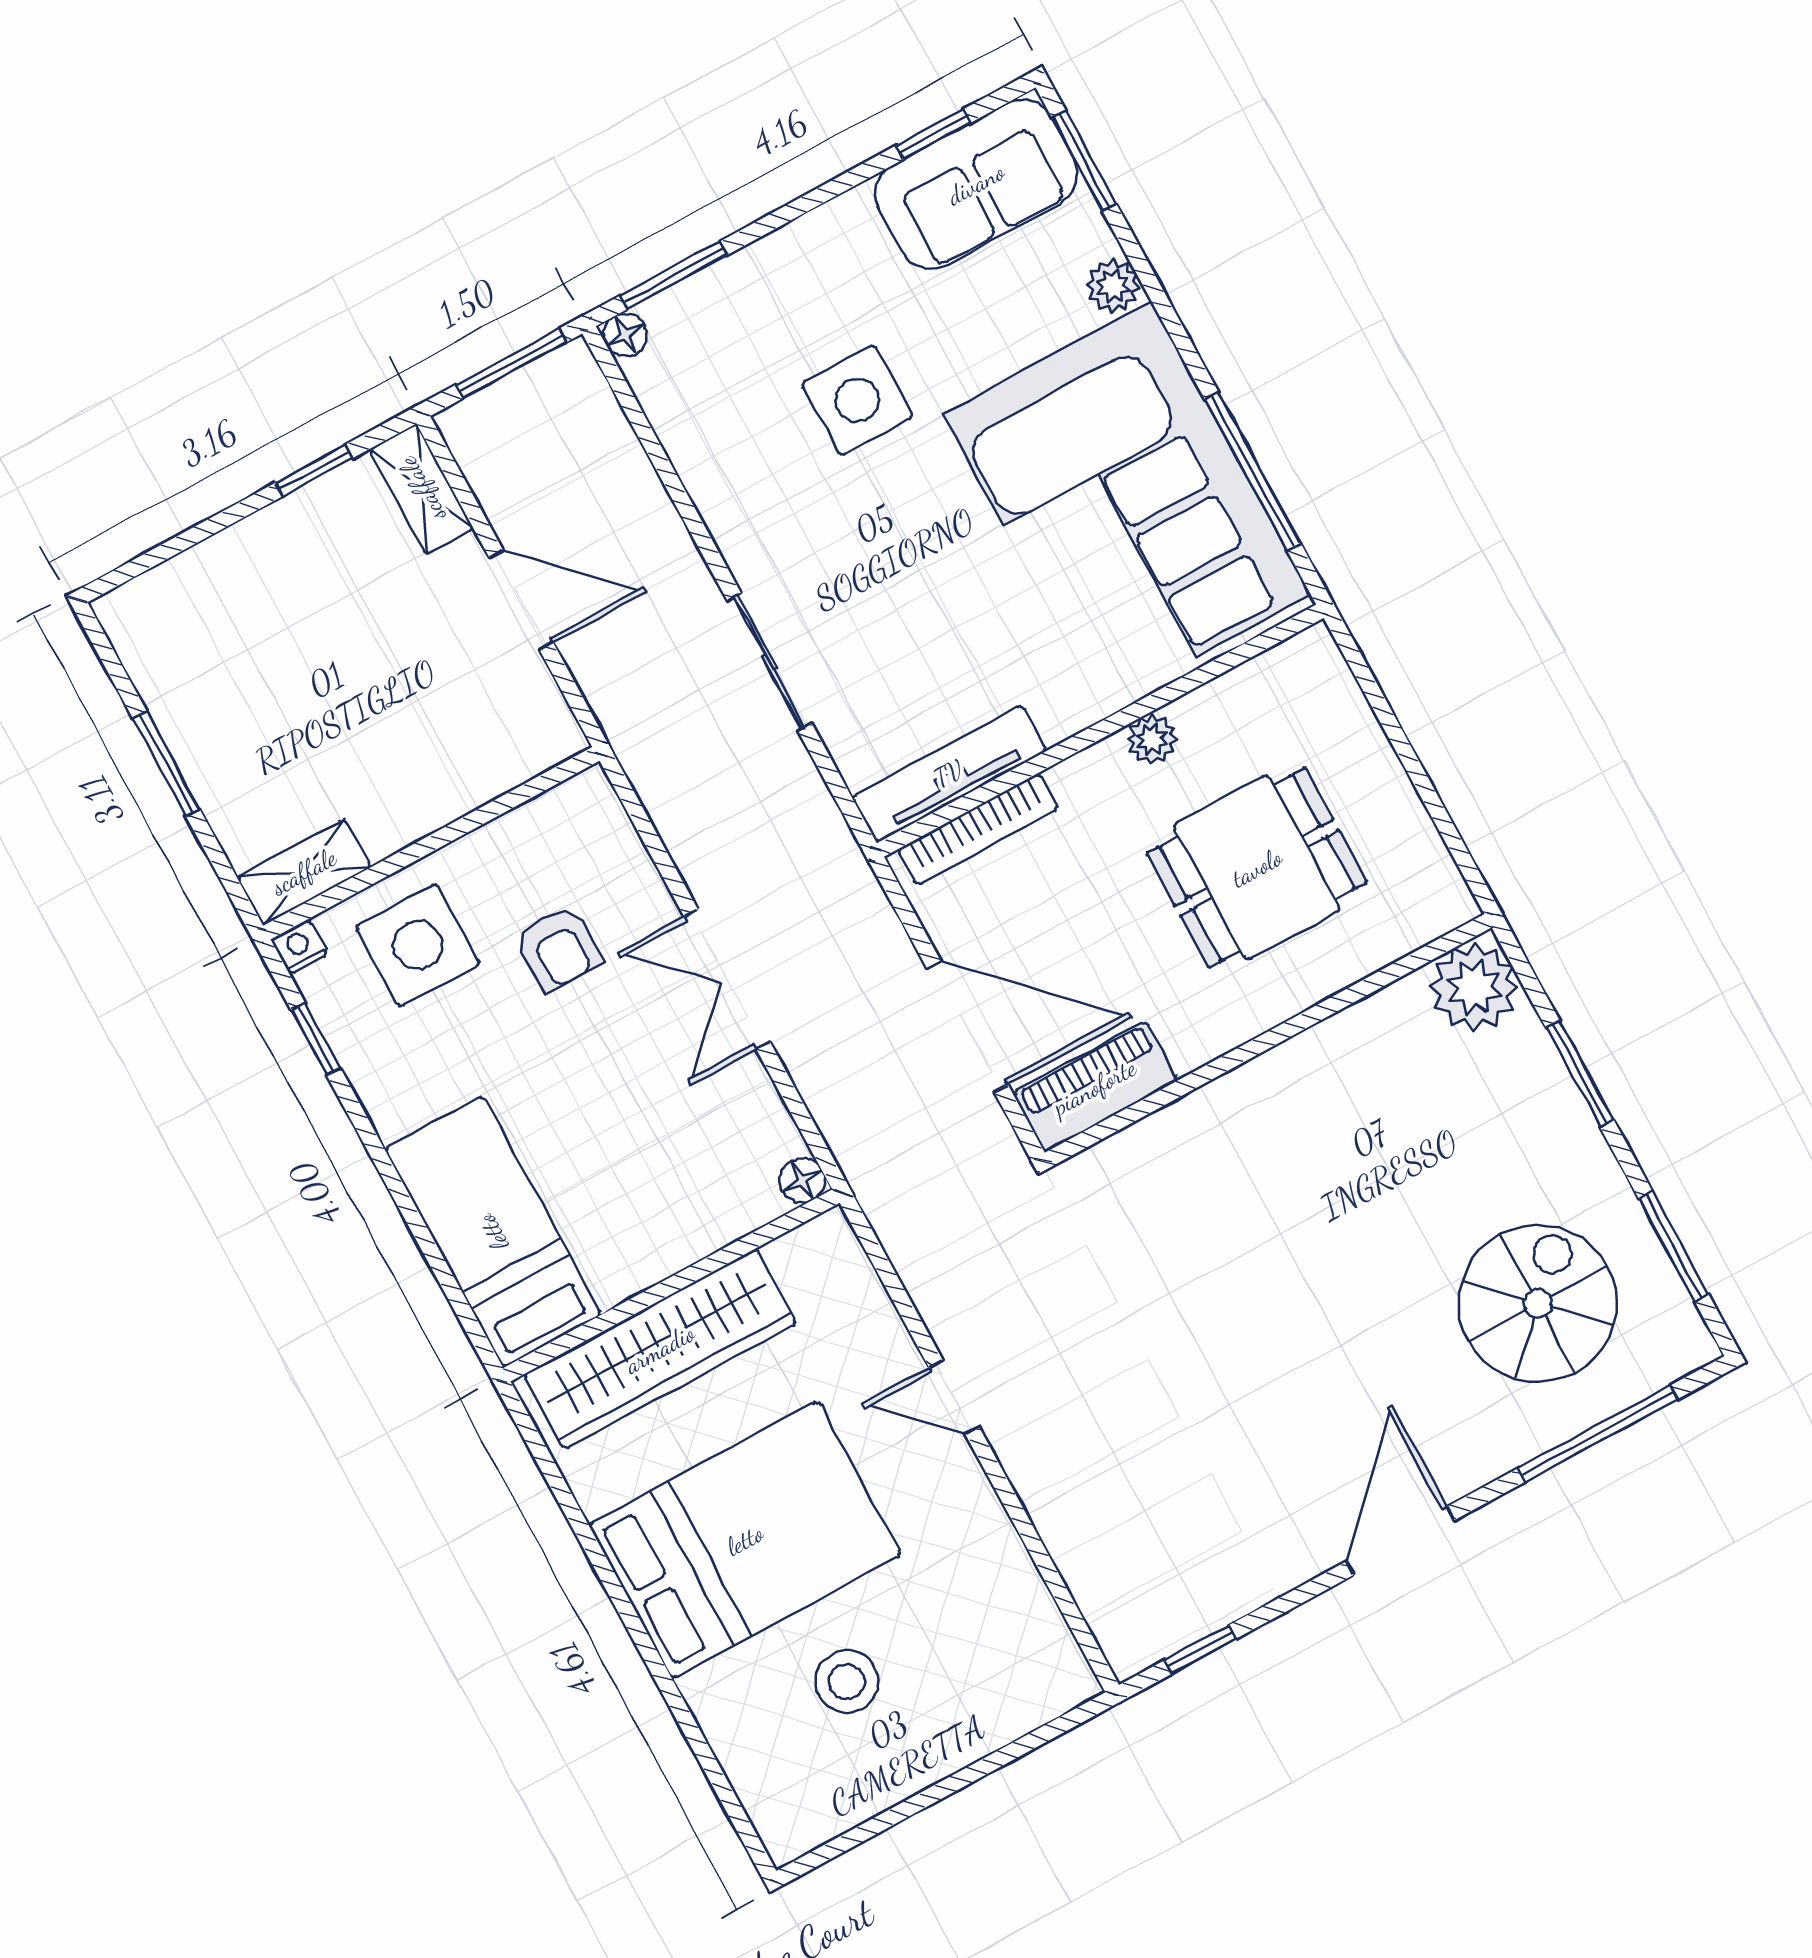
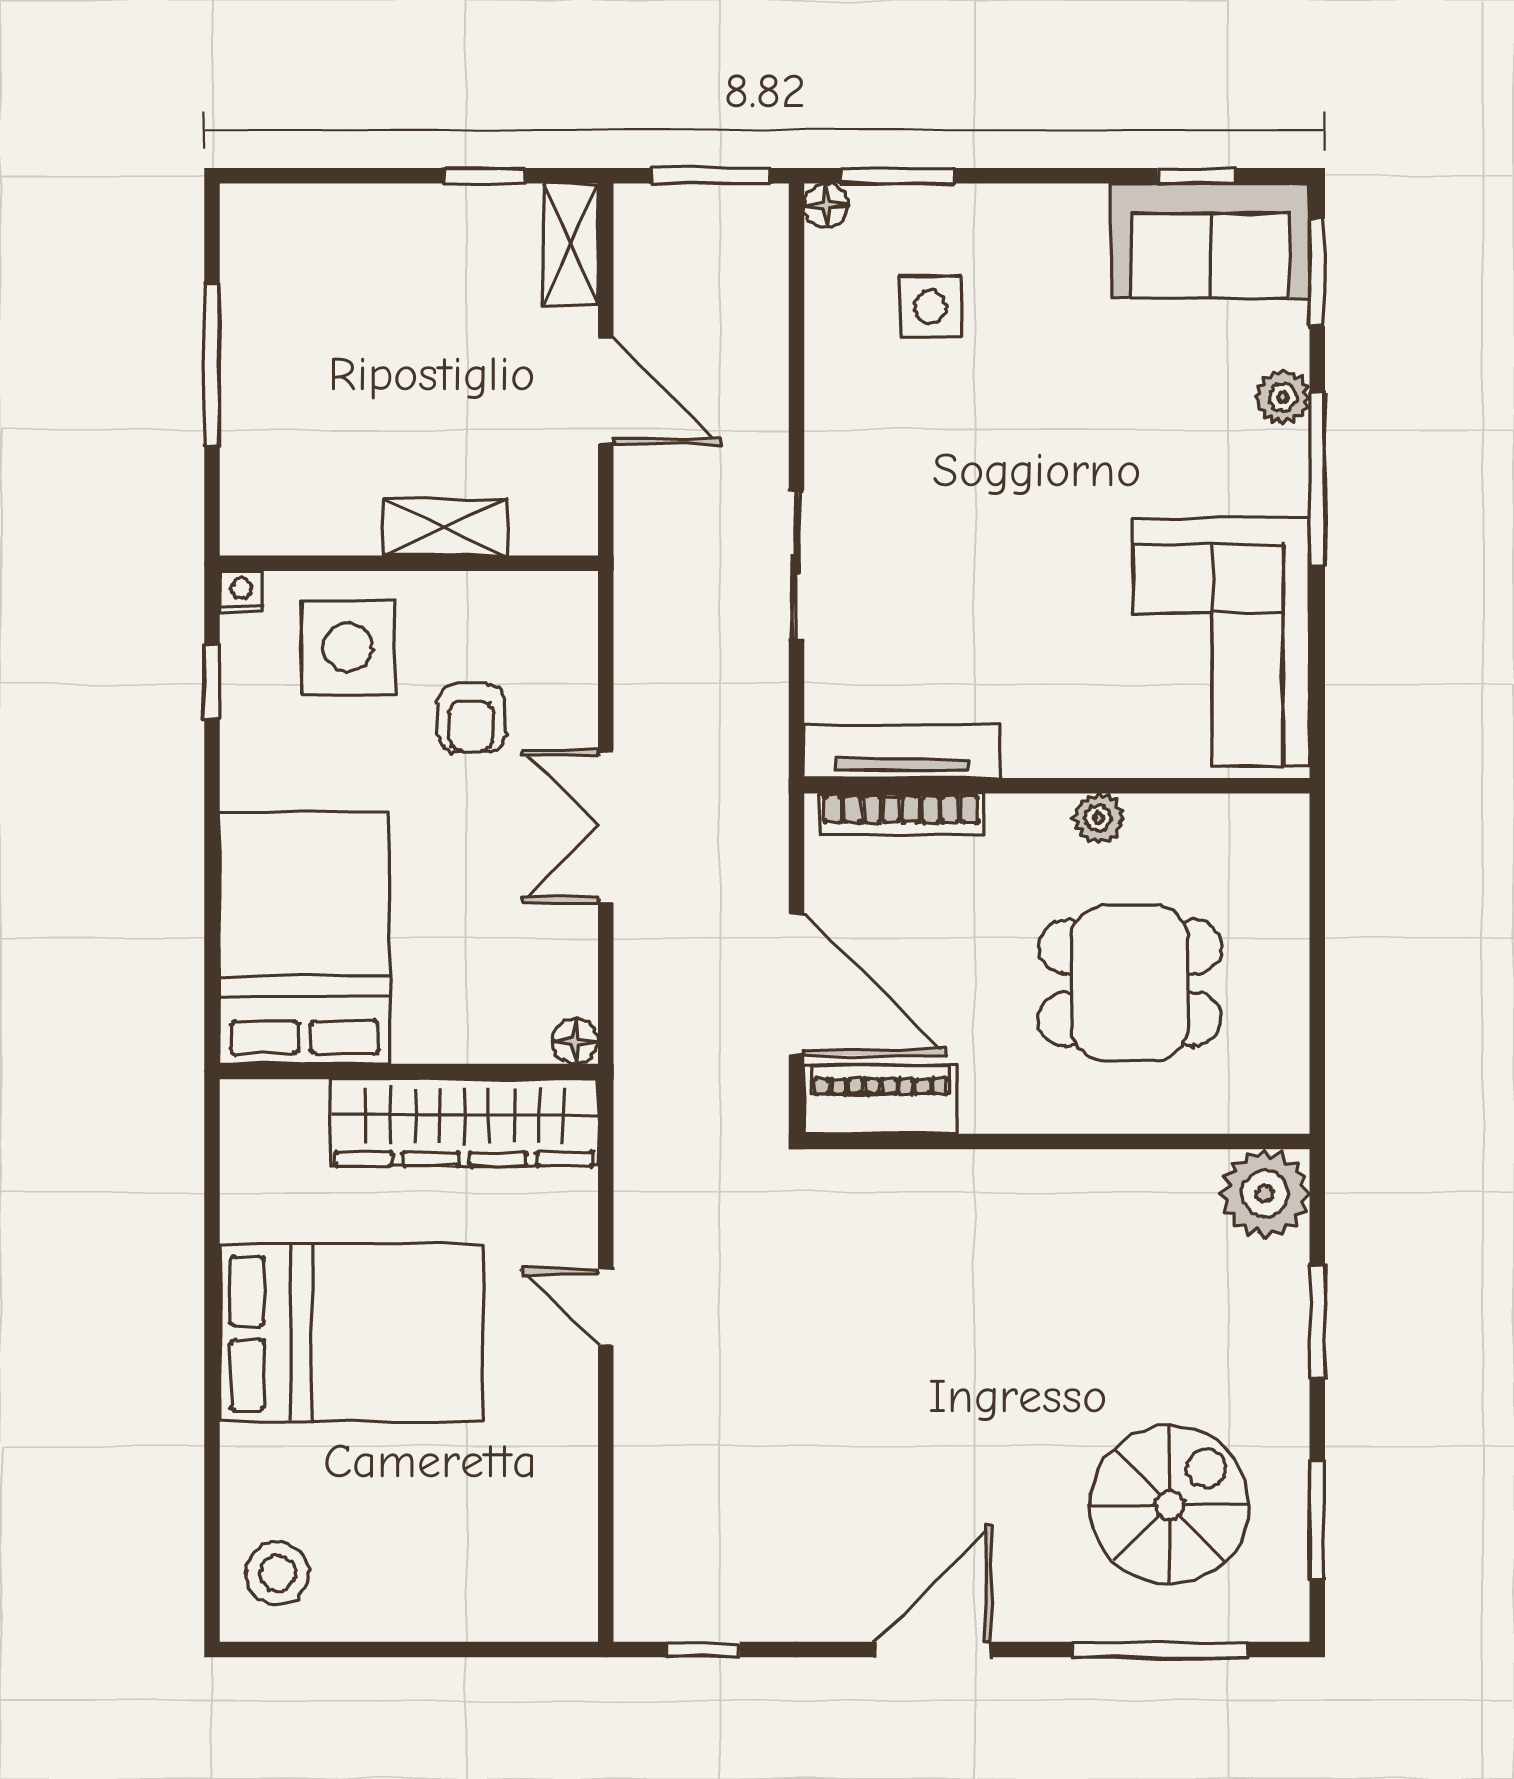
side table: (857, 400) -> (930, 307), moved, width x0.73, depth x0.73
window: (1253, 471) -> (1317, 479), moved
corner sofa: (1127, 504) -> (1221, 642), width x0.73, depth x0.74
window: (166, 764) -> (212, 365), width x1.44
shelving: (304, 872) -> (446, 528), moved
bed: (493, 1232) -> (305, 938), width x1.50
wardrobe: (660, 1349) -> (464, 1122), moved
stool: (847, 1681) -> (277, 1573), moved

